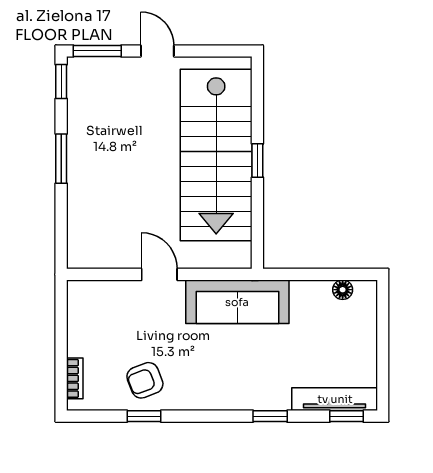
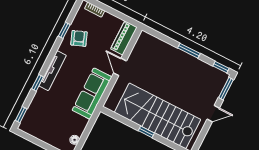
door: (159, 274) -> (120, 67), swing flipped
piano: (100, 295) -> (124, 38), added
tv unit: (335, 399) -> (53, 71), moved

